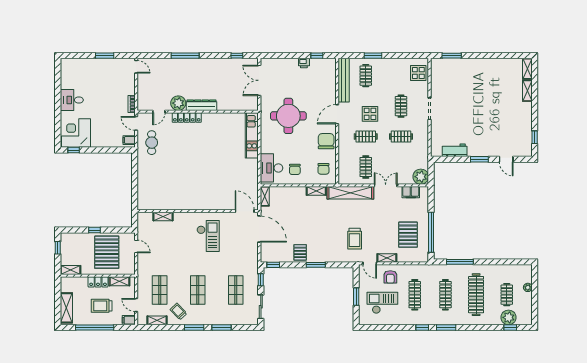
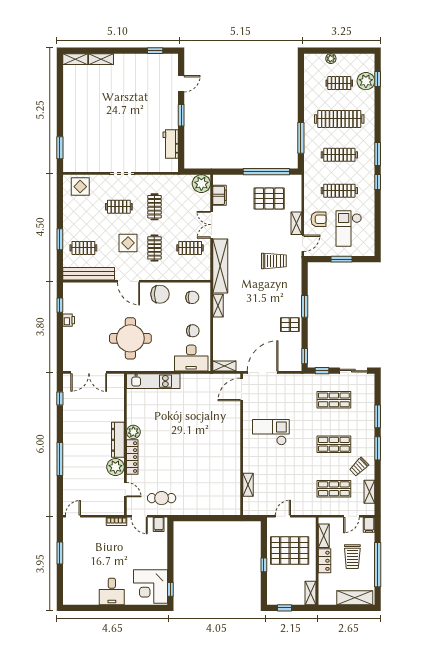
plant: (208, 118) -> (133, 432), added
door: (136, 123) -> (139, 516), hinge flipped
chair: (326, 141) -> (160, 294), turned 180

